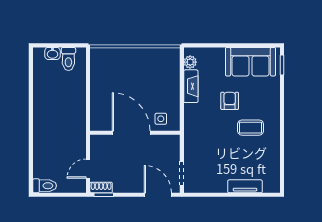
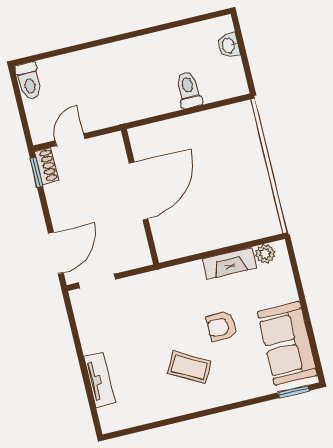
toilet: (68, 59) -> (189, 90), moved, turned 90
armchair: (230, 101) -> (221, 326), turned 180
side table: (161, 119) -> (170, 230), removed
coffee table: (251, 128) -> (189, 367), turned -61
door: (88, 169) -> (70, 140), hinge flipped

